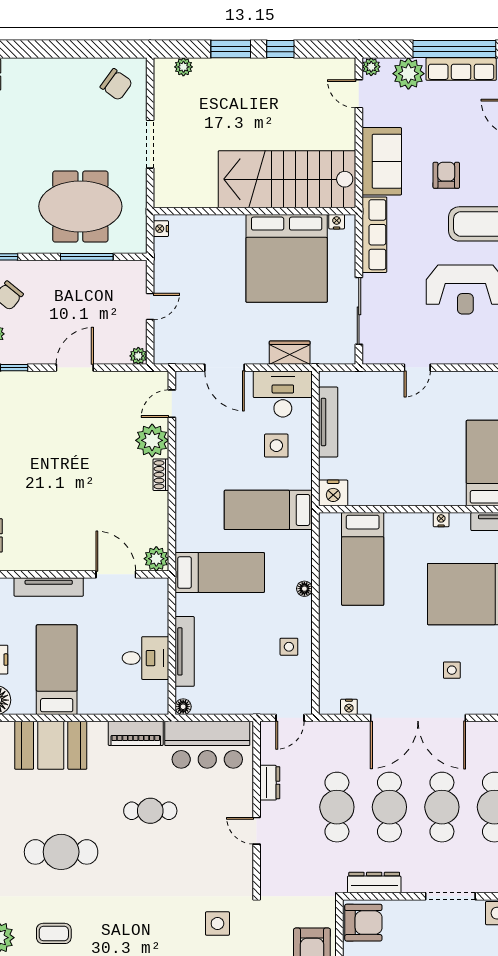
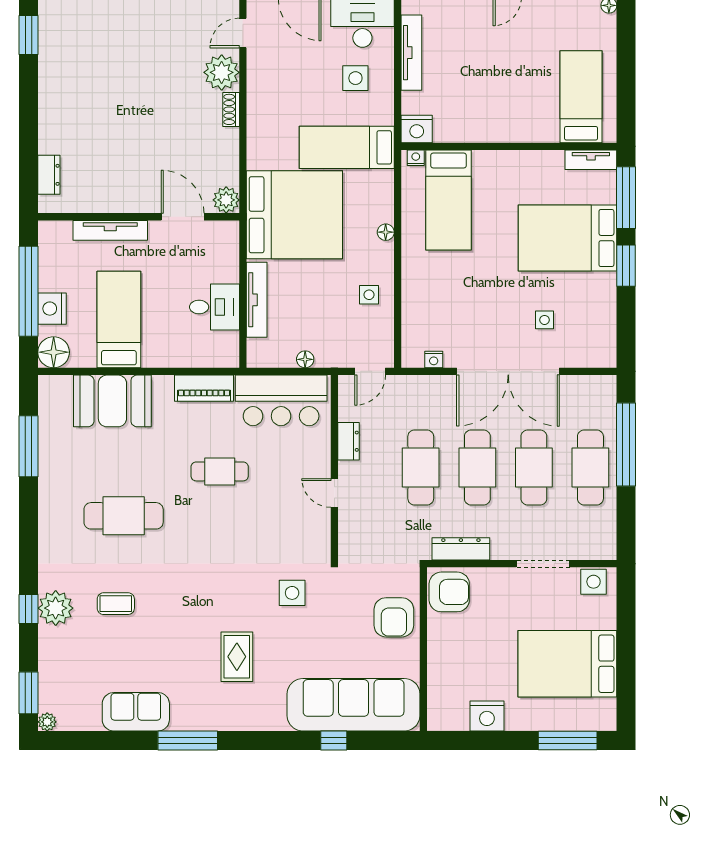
nightstand: (441, 520) -> (416, 158), moved
bed: (220, 572) -> (294, 215), width x2.04
floor lamp: (183, 707) -> (305, 359), moved

